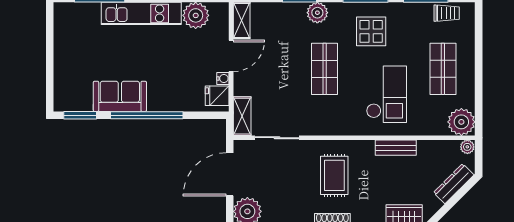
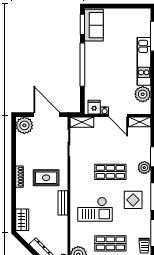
sofa: (120, 96) -> (94, 25), moved
bench: (396, 148) -> (63, 203), moved

